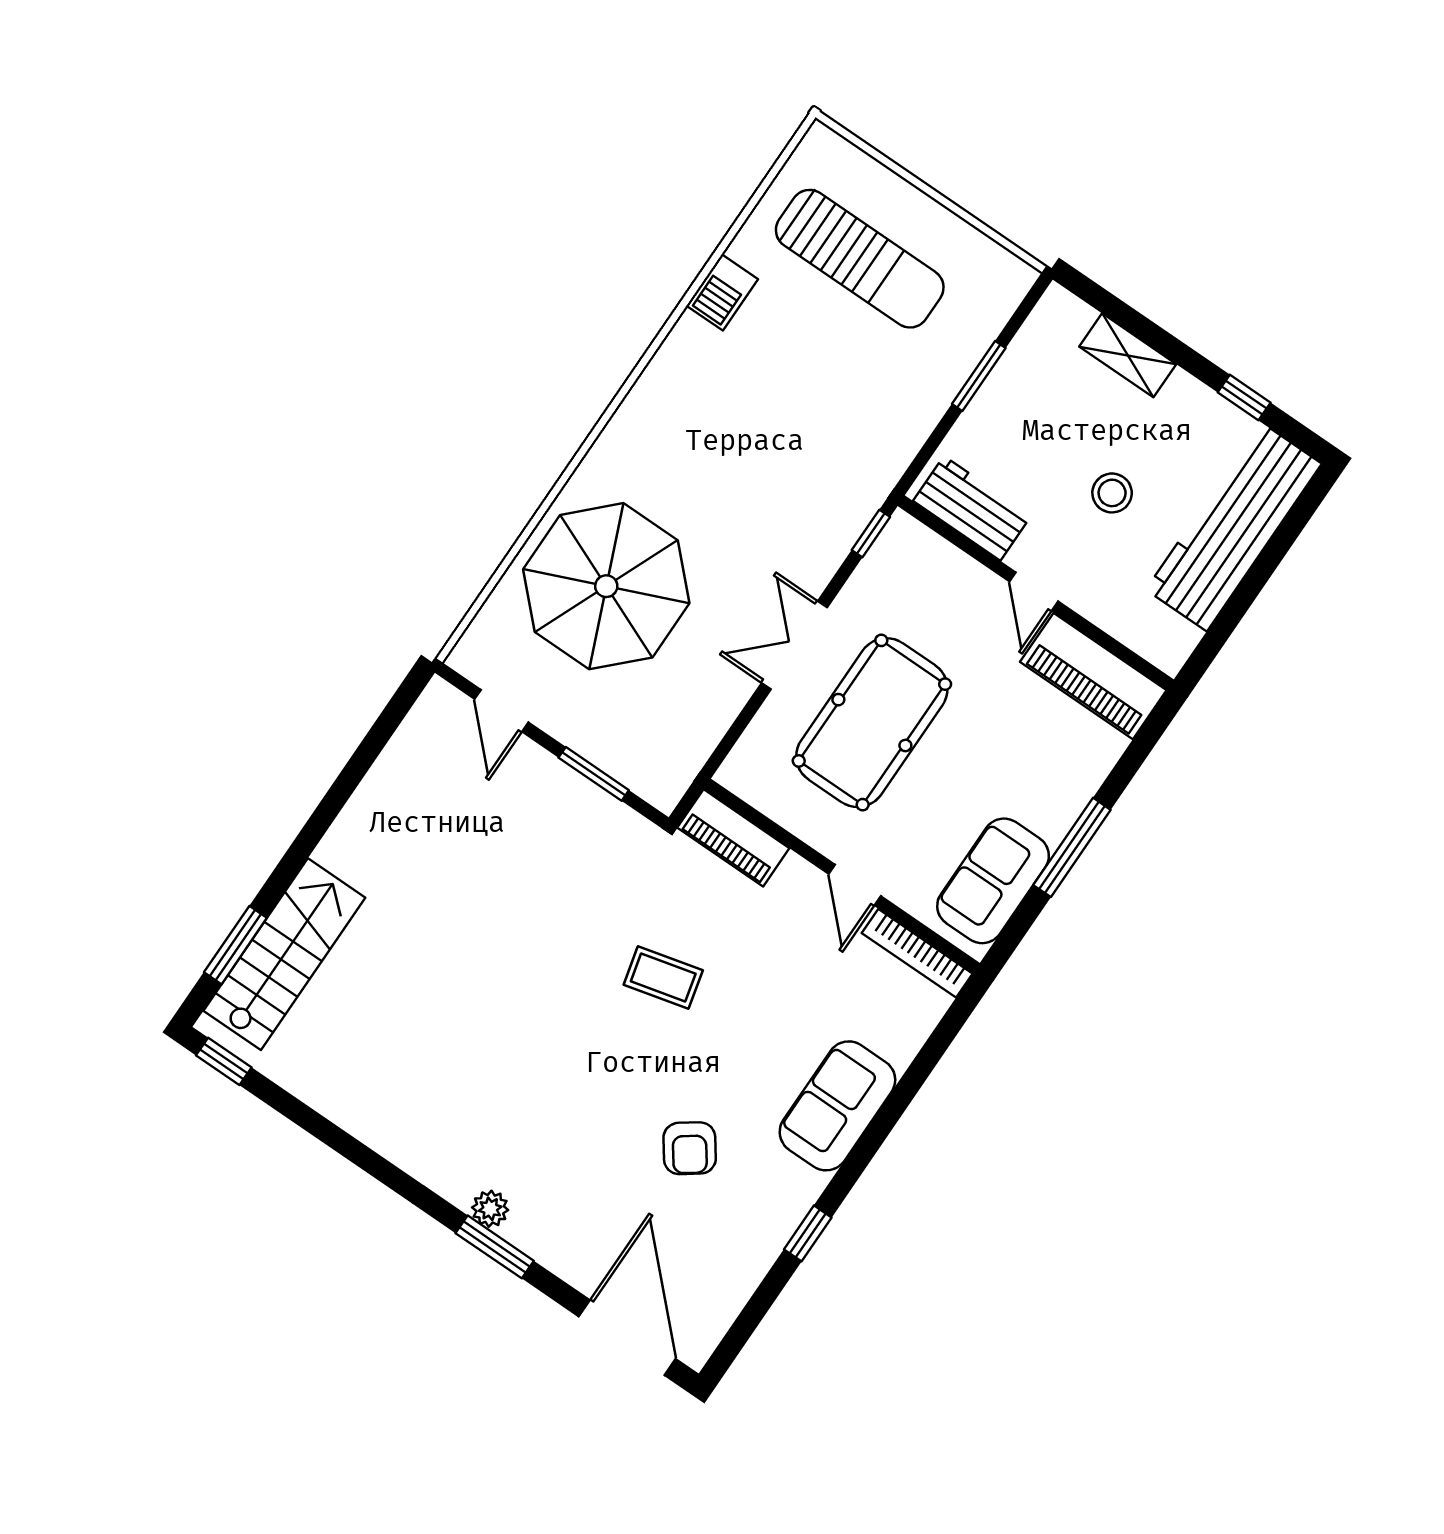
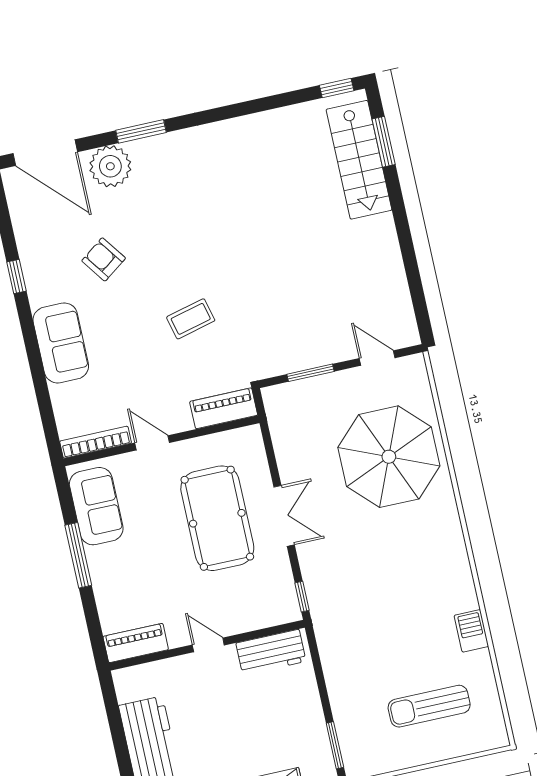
sun lounger: (860, 259) -> (429, 706), width x0.73, depth x0.75
window: (979, 376) -> (335, 745), moved
stool: (1112, 493) -> (219, 721), removed
piano: (1093, 676) -> (136, 643), width x0.73, depth x0.75
plant: (490, 1209) -> (110, 166), moved, width x1.88, depth x1.88

